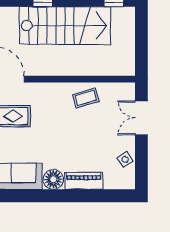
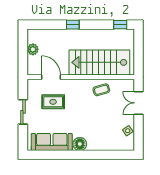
stairs: (65, 26) -> (99, 62), moved, turned 180
piano: (84, 181) -> (100, 145), removed

